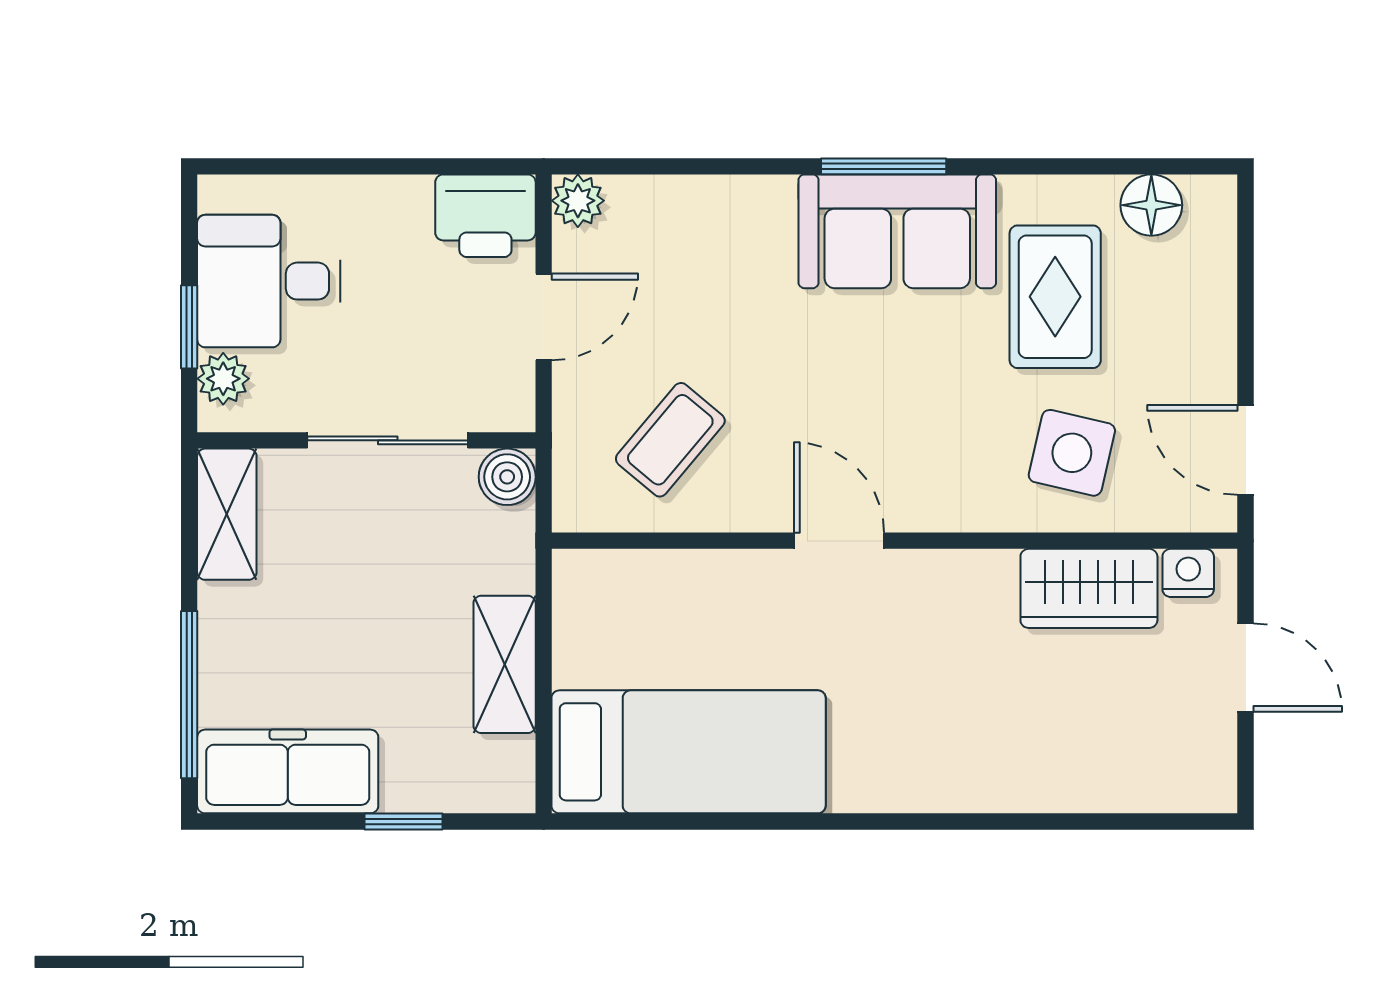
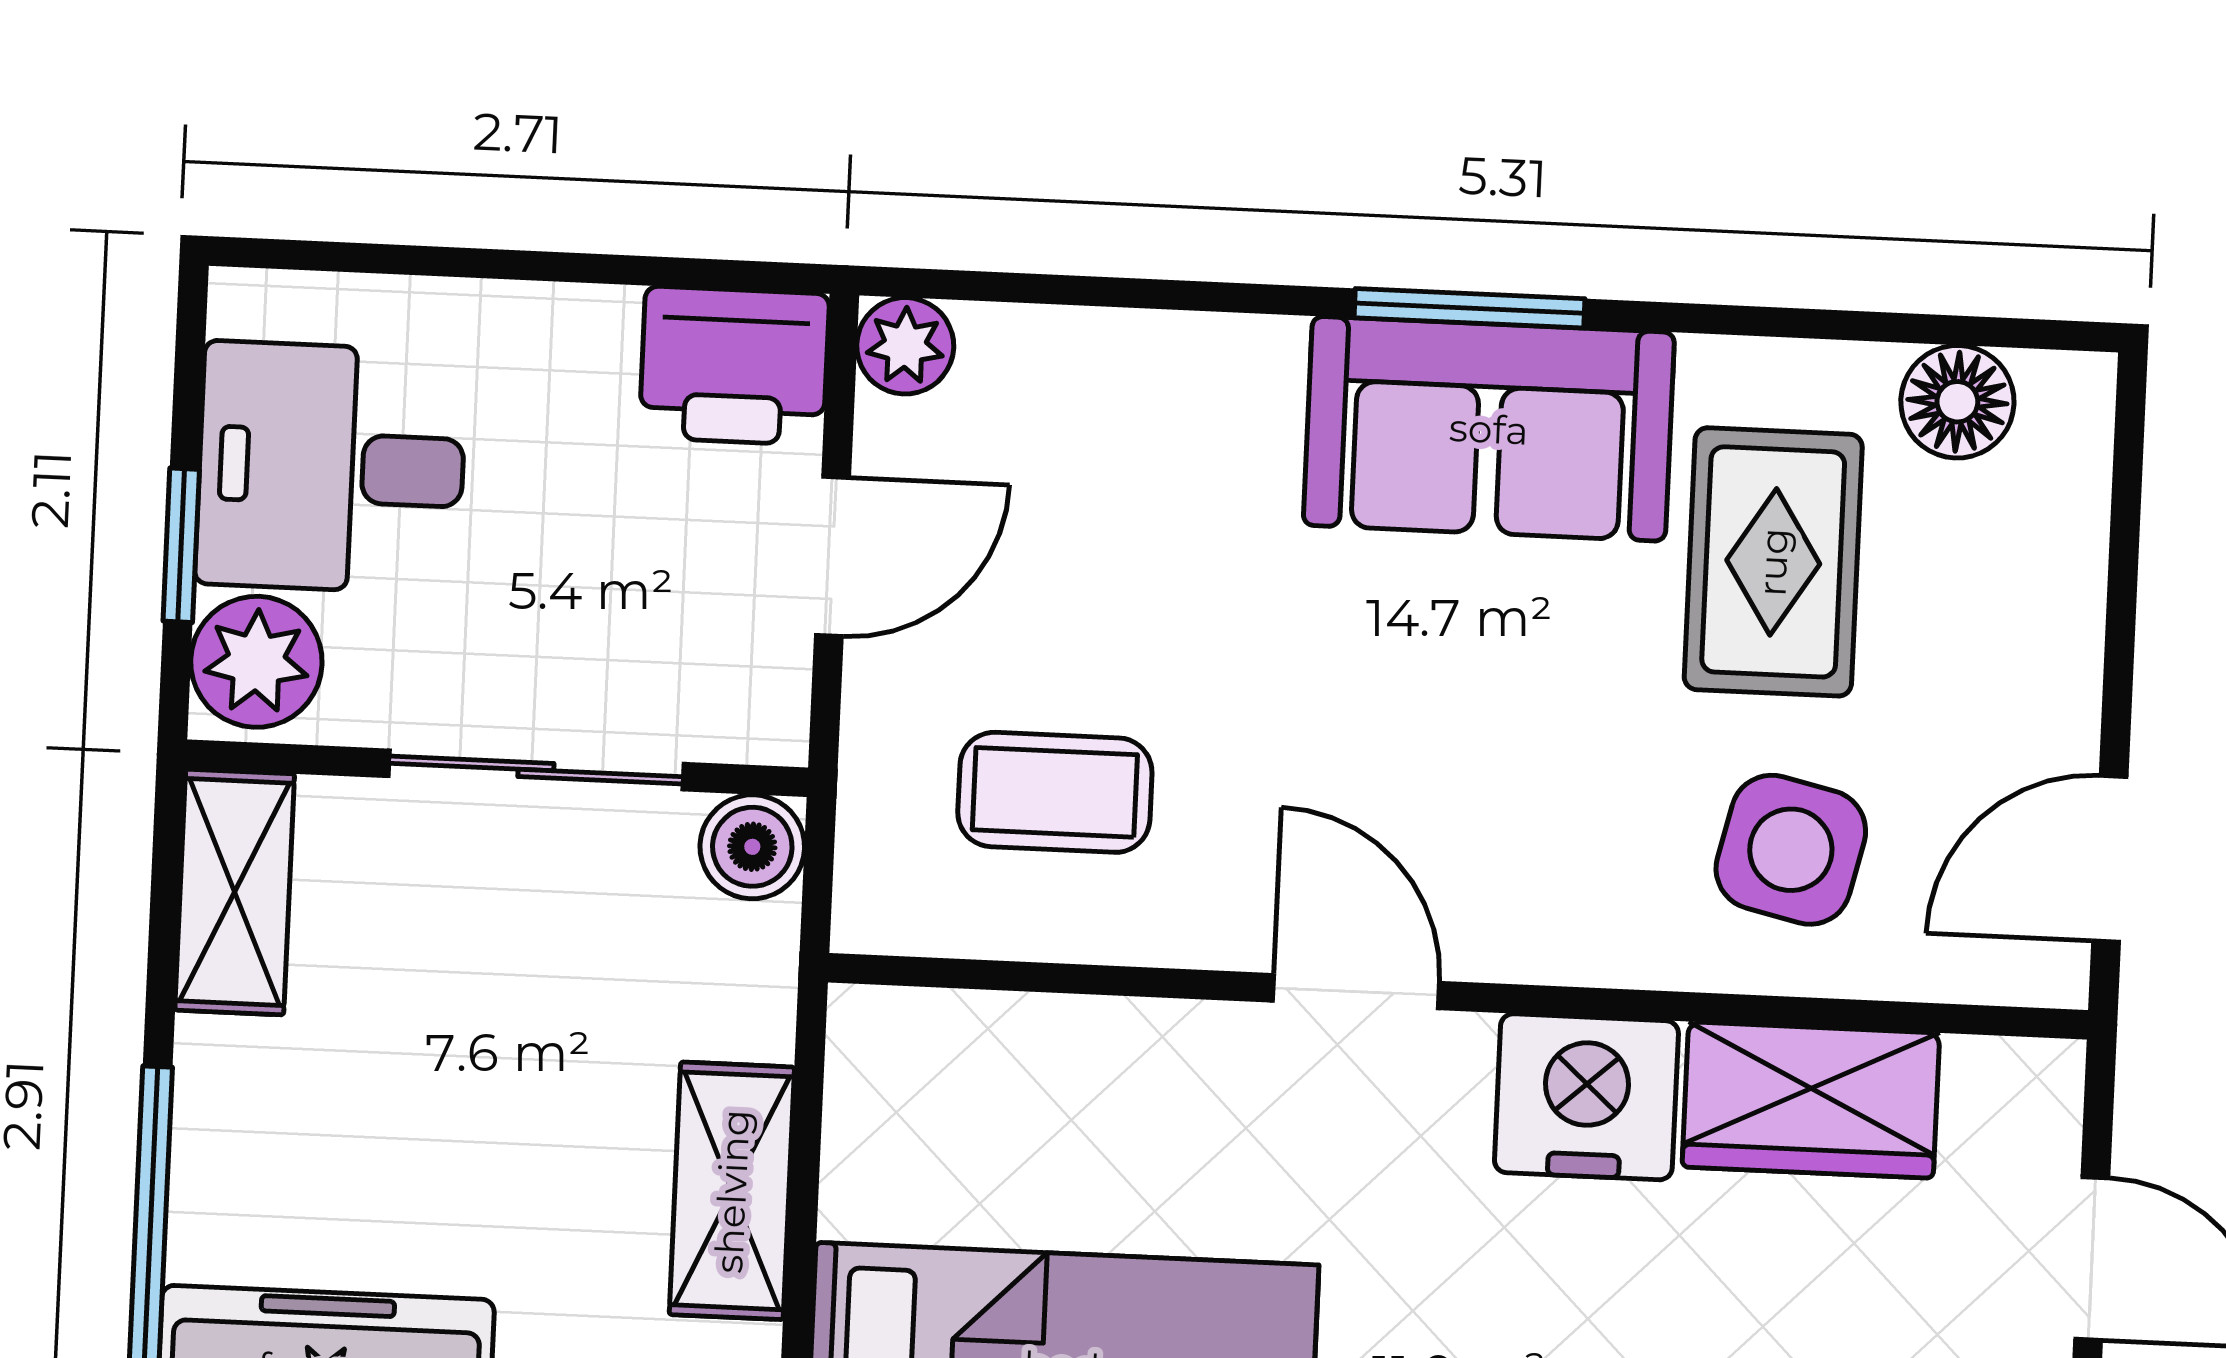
plant: (223, 379) -> (256, 662), width x1.38, depth x1.38
coffee table: (670, 440) -> (1055, 792), turned 50
door: (1246, 450) -> (2110, 859), hinge flipped
nightstand: (1188, 573) -> (1586, 1097), moved, width x1.89, depth x1.79

